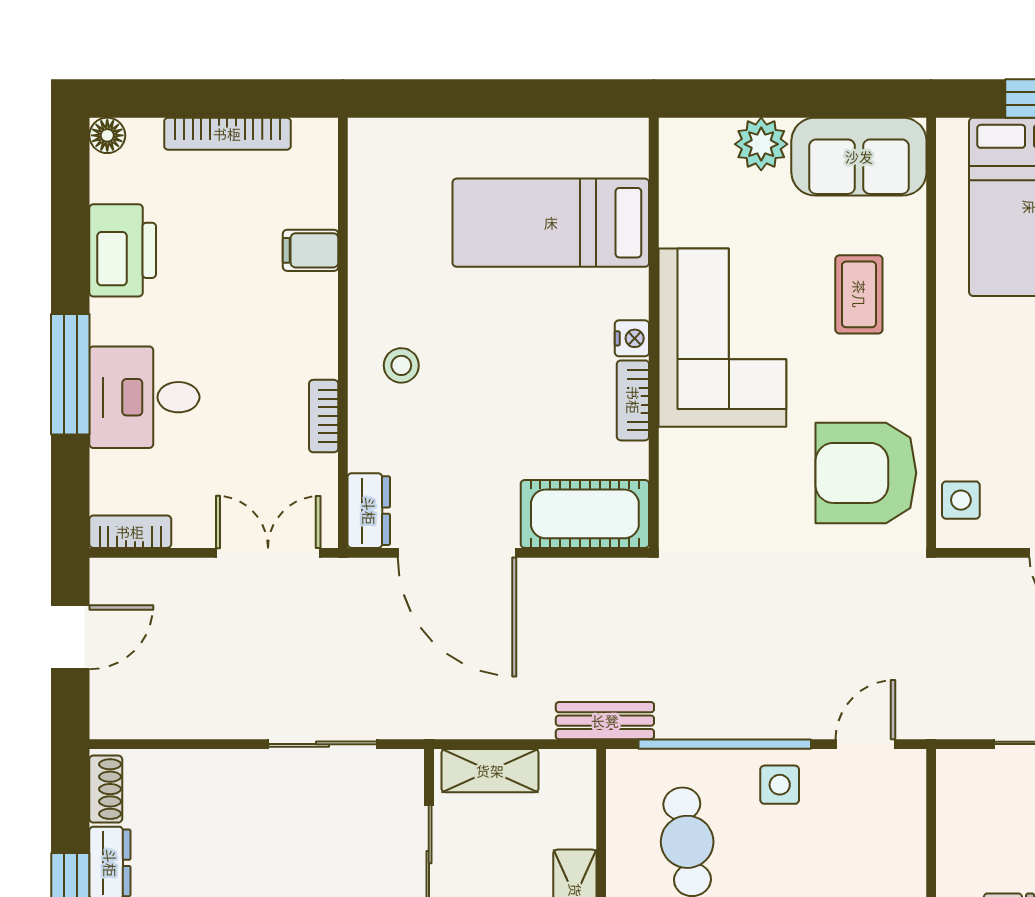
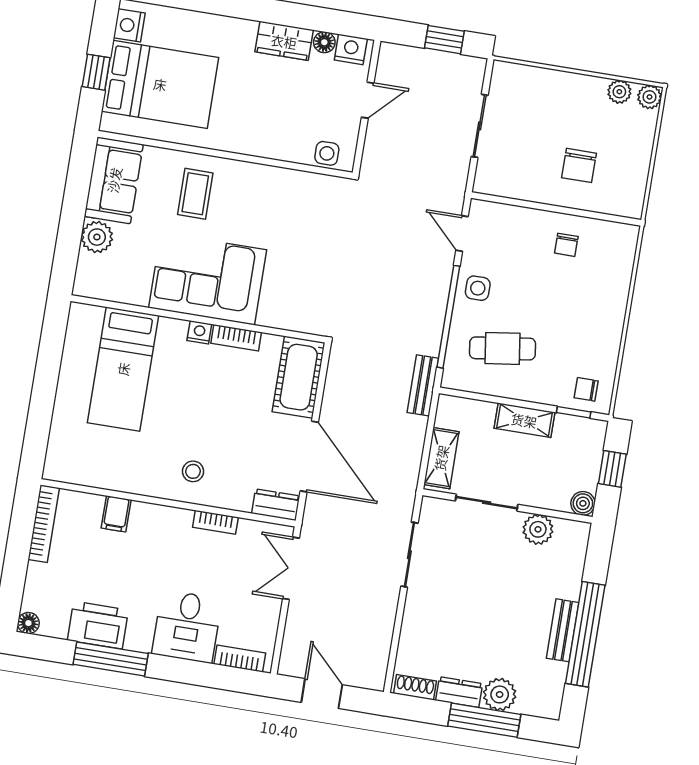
bookcase: (227, 134) -> (44, 524), moved
coffee table: (859, 294) -> (195, 194), turned 90
window: (70, 374) -> (111, 659), moved
armchair: (866, 473) -> (302, 207), removed
bookcase: (130, 532) -> (240, 659), moved, turned 90
door: (457, 553) -> (309, 457), hinge flipped

